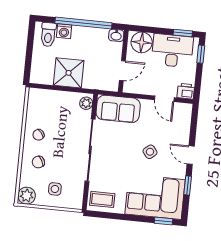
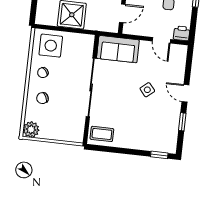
plant: (86, 103) -> (88, 43), removed
side table: (55, 189) -> (51, 46), moved, width x1.87, depth x1.87
corner sofa: (155, 197) -> (152, 132), removed

